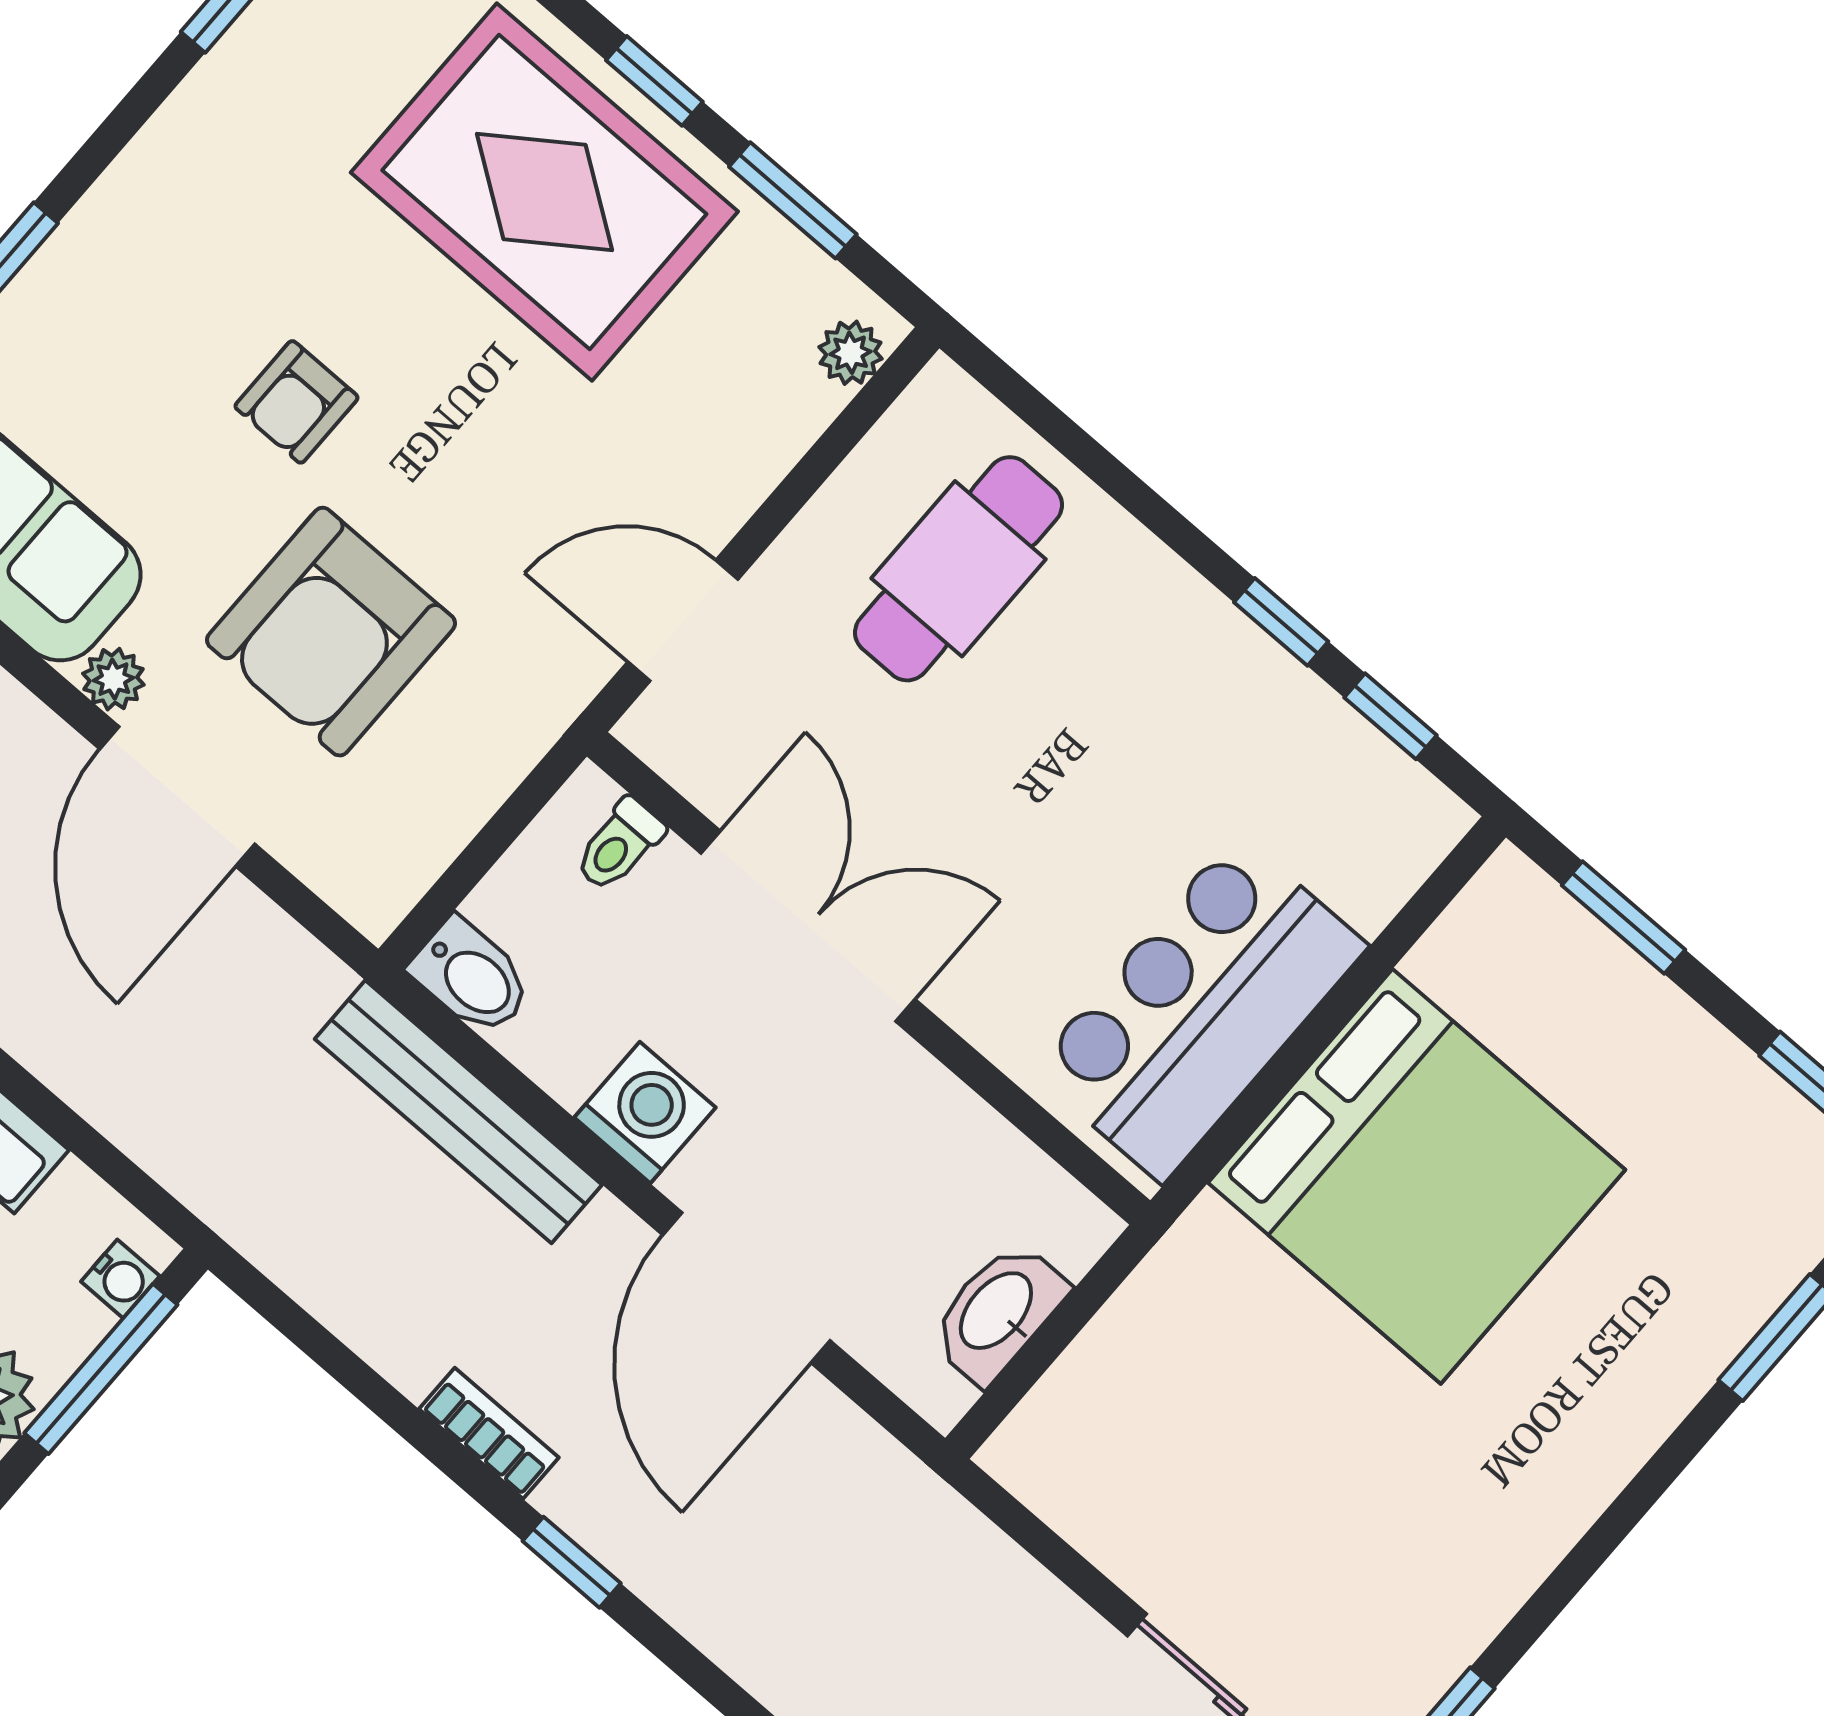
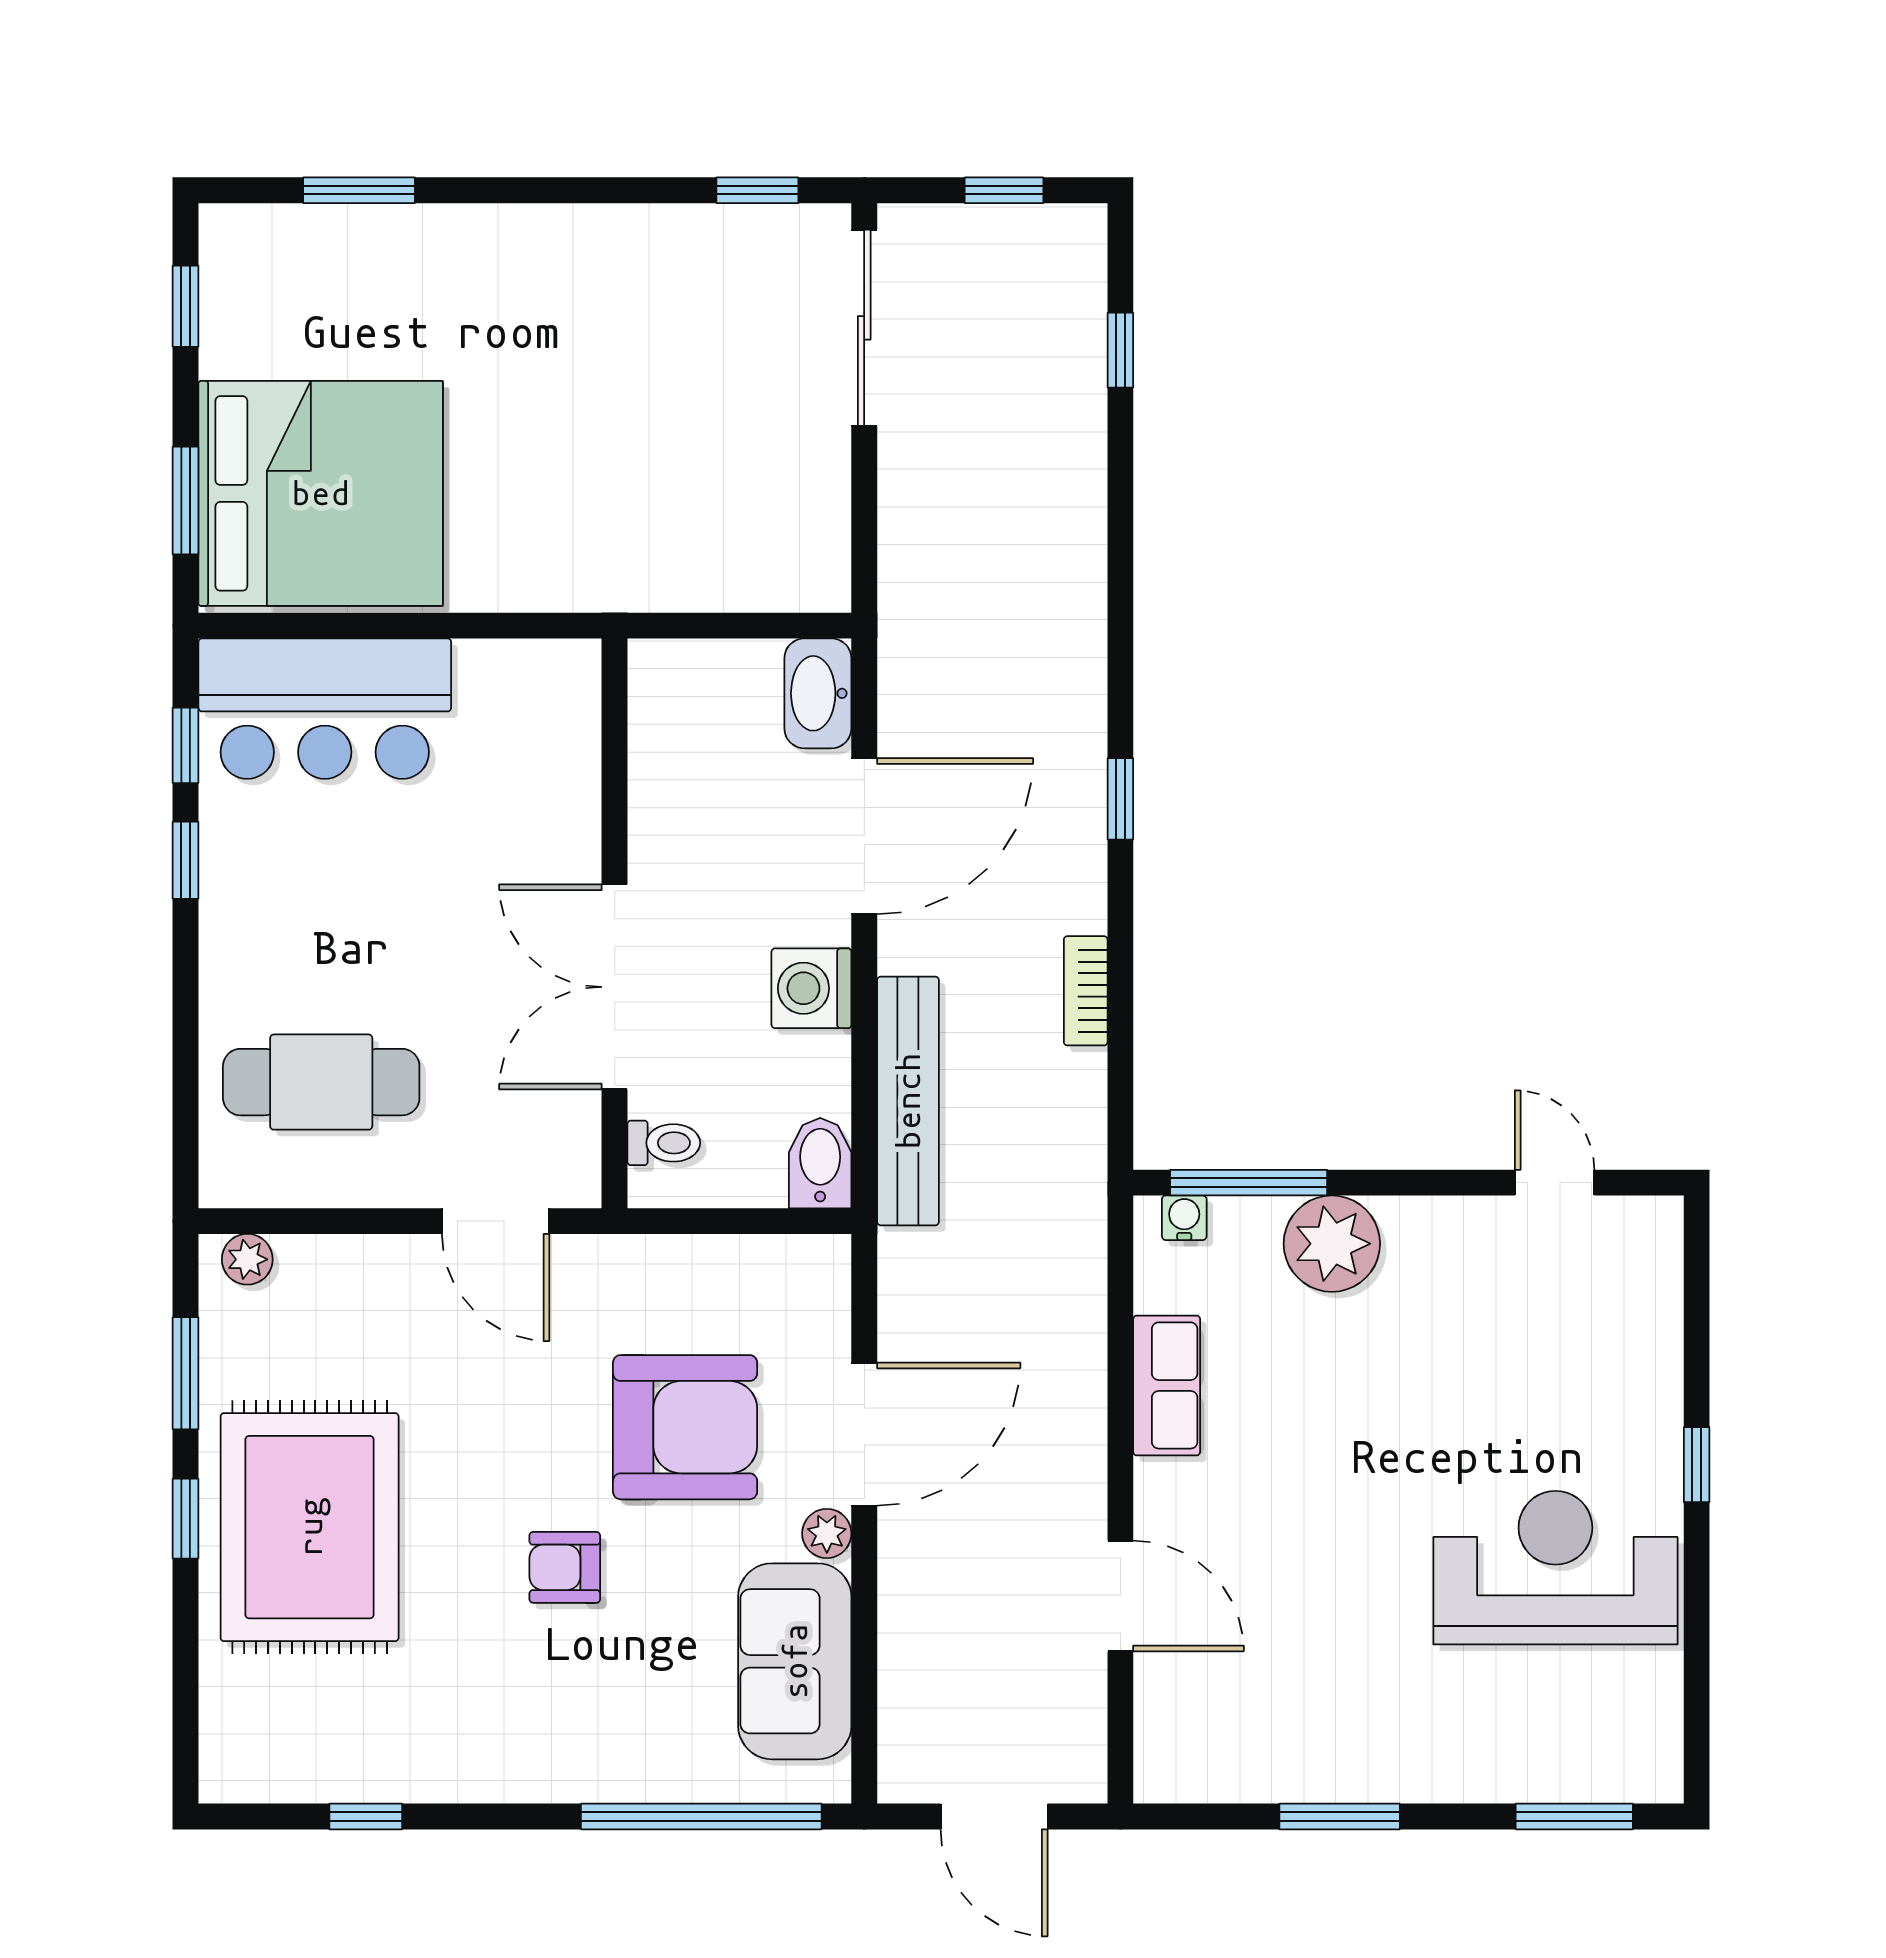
armchair: (296, 402) -> (565, 1567), turned 180
bar counter: (1199, 1008) -> (325, 709), moved
bed: (1417, 1176) -> (321, 493), moved, turned 90
washbasin: (998, 1312) -> (818, 693), moved, turned 90
bookcase: (489, 1433) -> (1086, 991), moved

